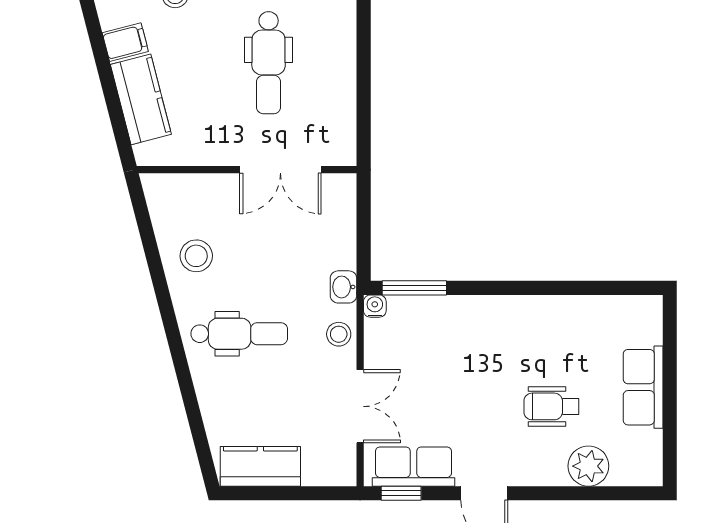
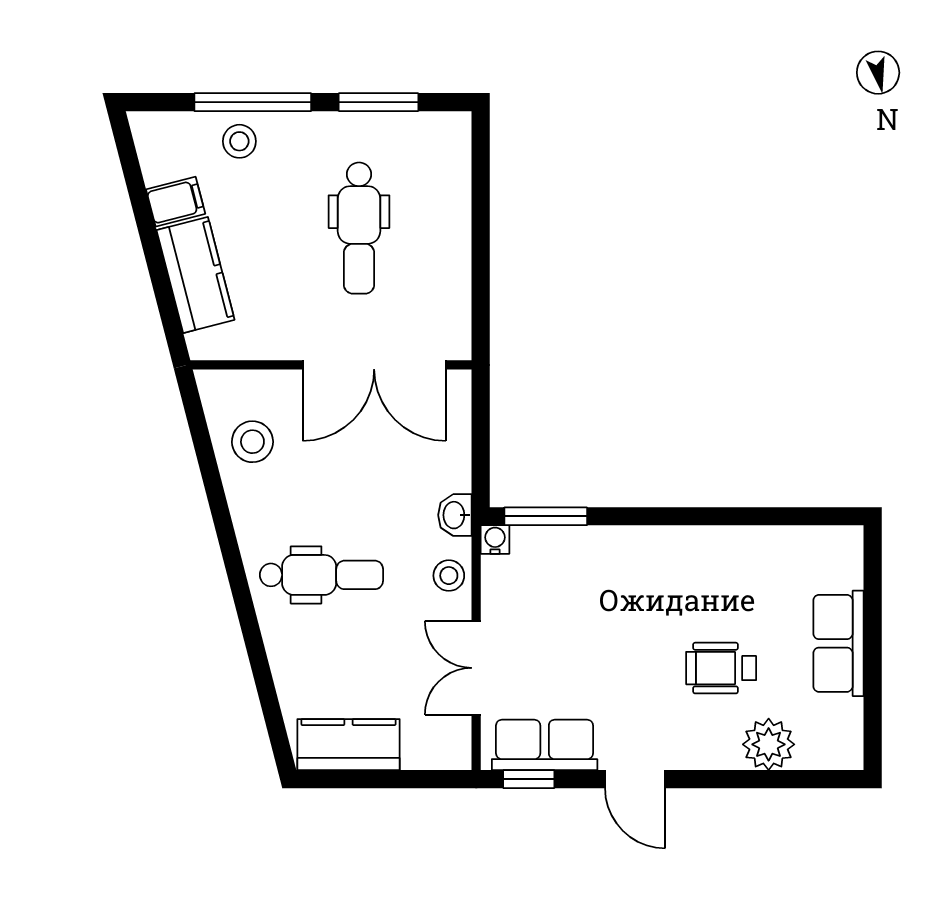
double door: (280, 170) -> (374, 365), width x1.37
stool: (196, 256) -> (252, 442), moved
double door: (360, 406) -> (476, 668), swing flipped

